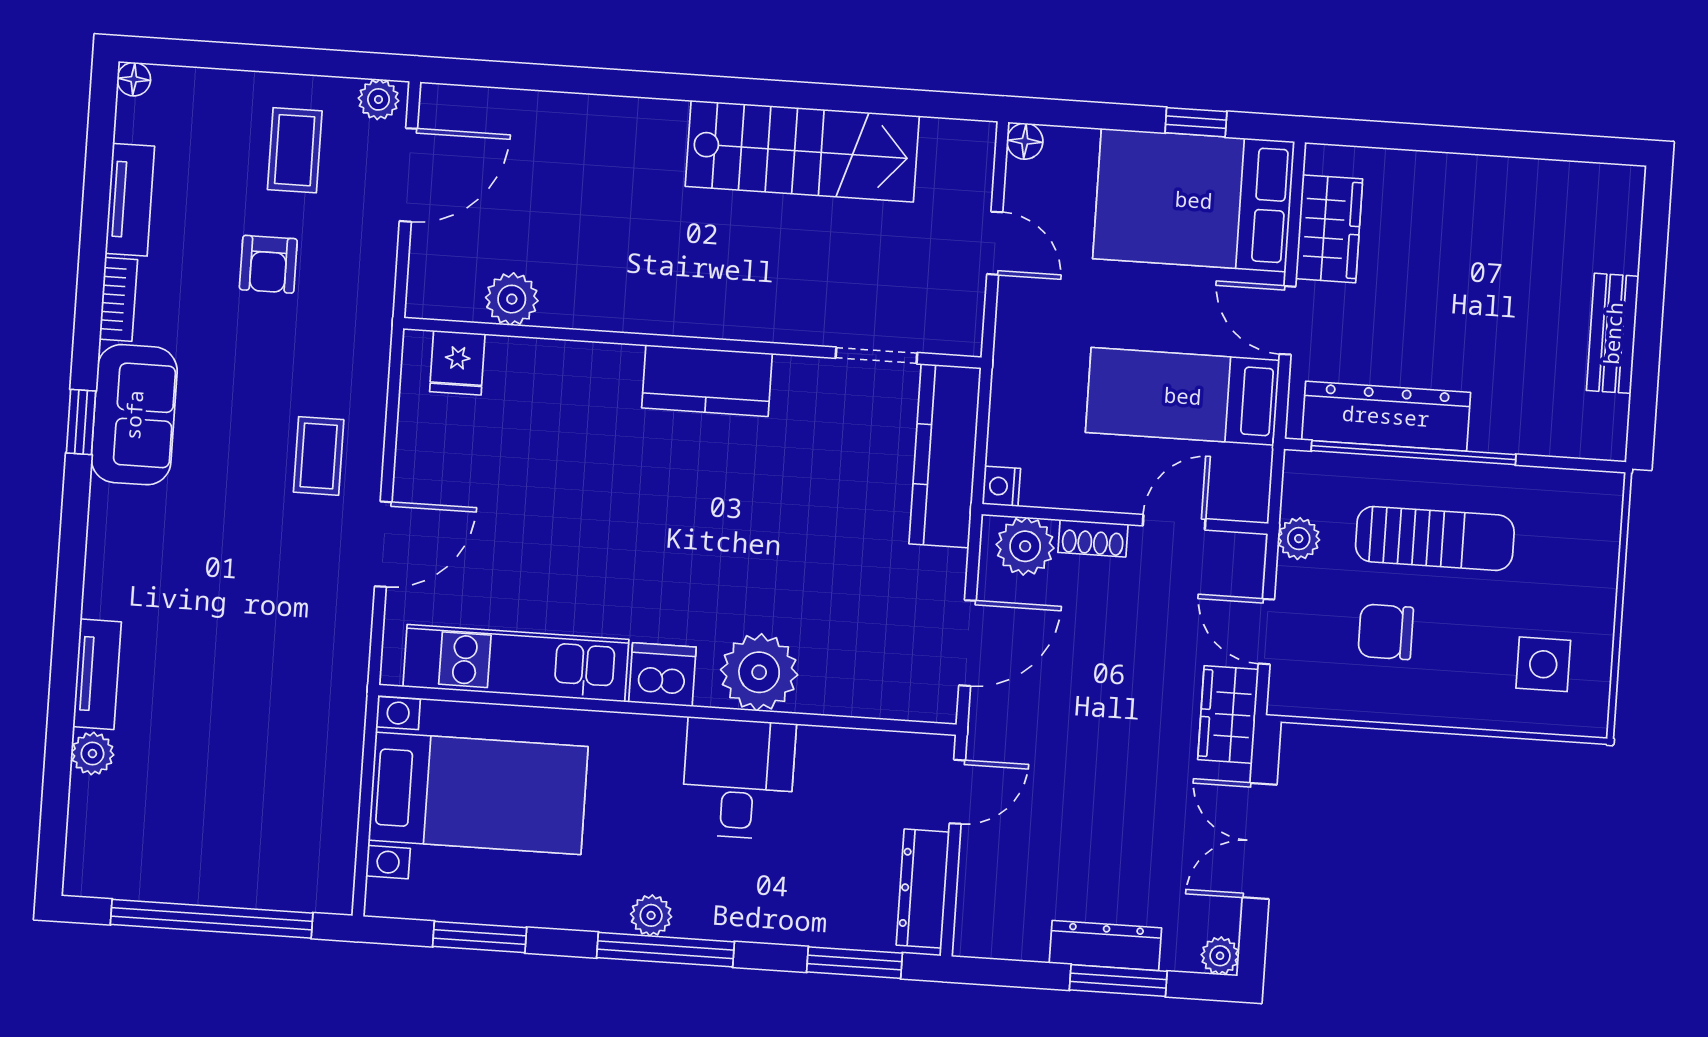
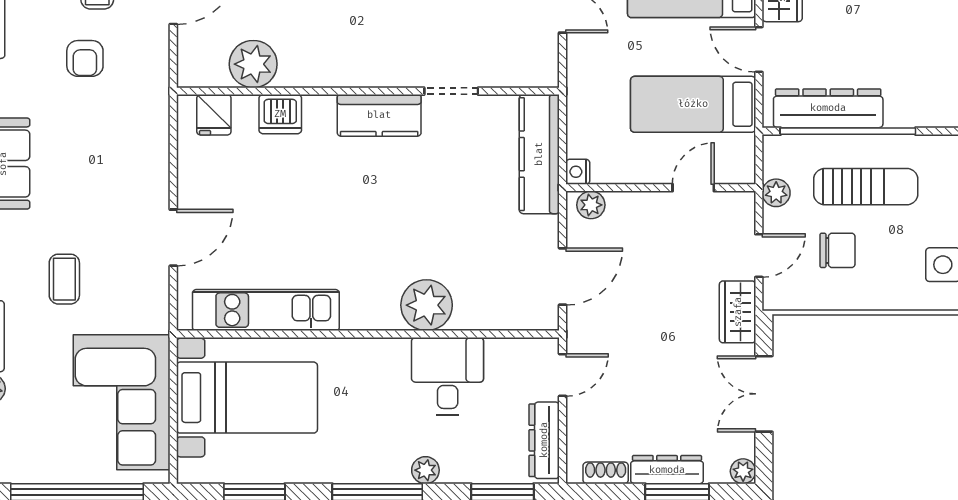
plant: (512, 299) -> (253, 64), width x1.36, depth x1.36
doorway: (876, 355) -> (451, 91), moved
coffee table: (319, 456) -> (64, 279), moved
shoe rack: (1093, 538) -> (606, 473), moved, turned 180
plant: (1025, 546) -> (591, 205), width x0.73, depth x0.73
door: (1266, 632) -> (759, 256), swing flipped
chair: (1386, 632) -> (838, 250), turned 180
dishwasher: (662, 675) -> (280, 114), moved, turned 180
desk: (738, 779) -> (448, 376), moved
corner sofa: (288, 787) -> (122, 402), added
plant: (651, 915) -> (425, 470), moved

